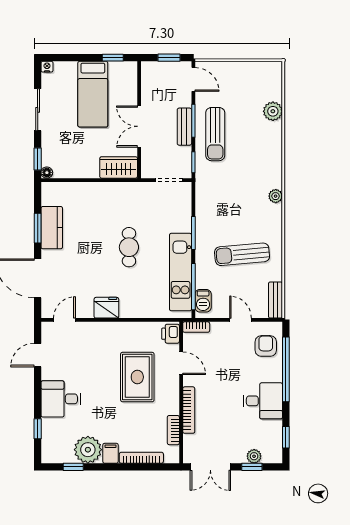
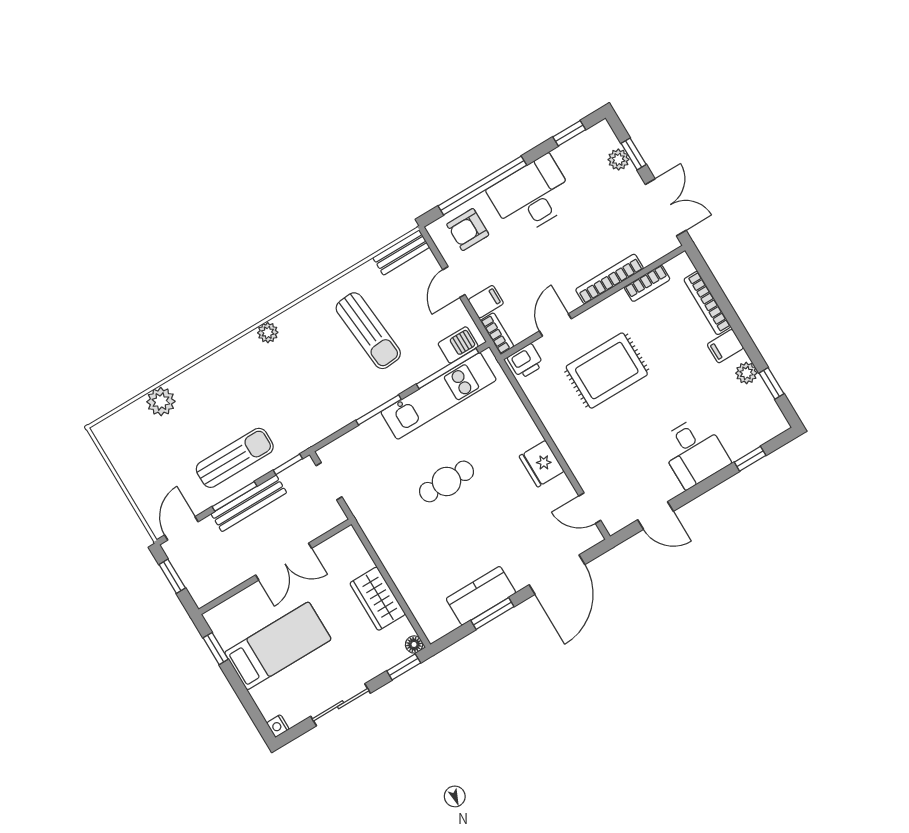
bench: (184, 127) -> (249, 503), width x1.36
wardrobe: (119, 167) -> (378, 599), moved
filing cabinet: (218, 332) -> (486, 302), added
desk: (263, 401) -> (532, 196), width x1.37
plant: (88, 450) -> (746, 373), width x0.53, depth x0.53

